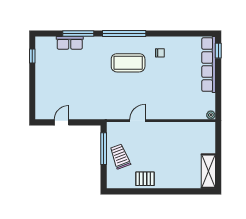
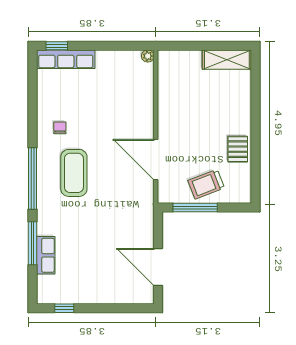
row of seats: (209, 65) -> (66, 59), width x0.73
door: (138, 121) -> (156, 160), width x1.87
door: (61, 122) -> (158, 267), width x1.88

